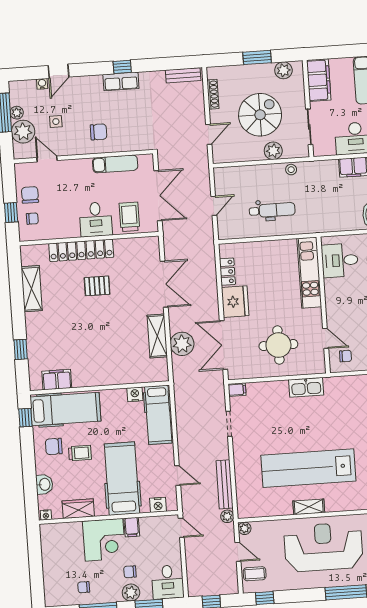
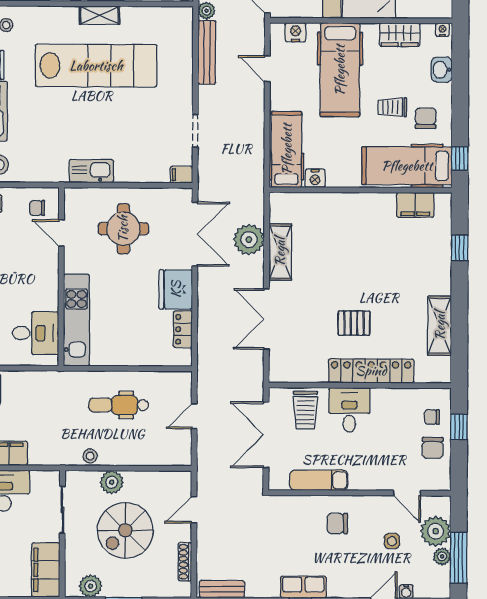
chair: (54, 446) -> (426, 118), turned -90

